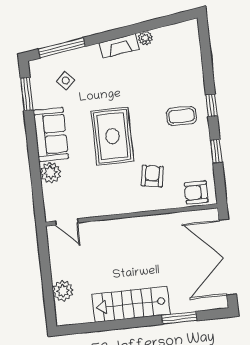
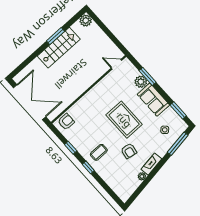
window: (35, 173) -> (148, 76), added
armchair: (152, 176) -> (129, 151), moved
plant: (63, 291) -> (86, 21), moved
window: (179, 318) -> (55, 36), moved

